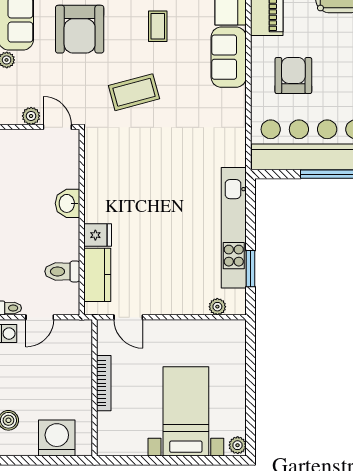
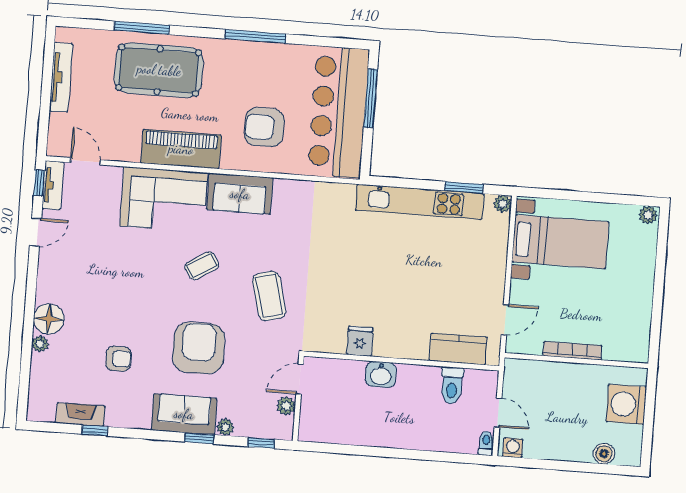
coffee table: (158, 26) -> (202, 266), turned -32
armchair: (80, 29) -> (199, 348), turned -90
fridge: (98, 235) -> (360, 341), moved
plant: (217, 307) -> (503, 204), moved
bed with nightstands: (186, 411) -> (560, 242), moved, turned 180

